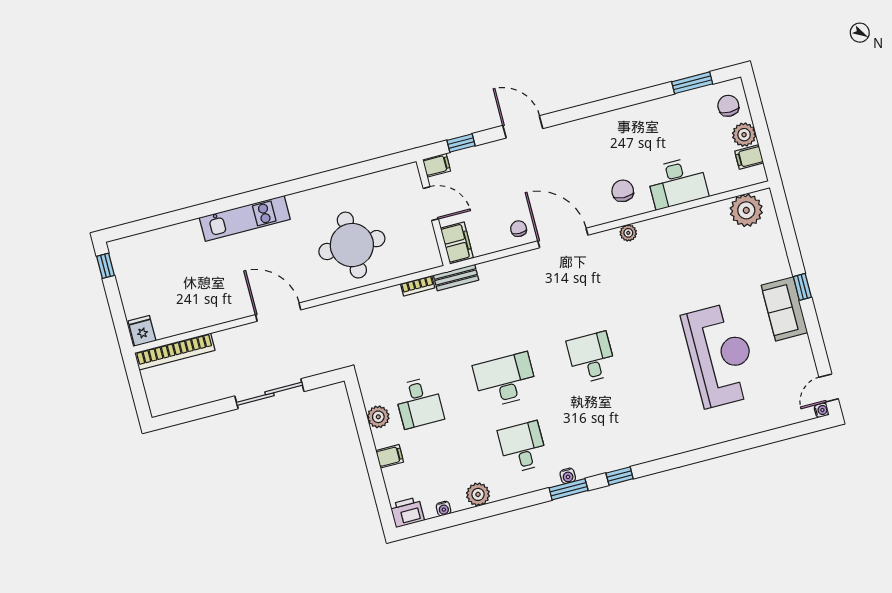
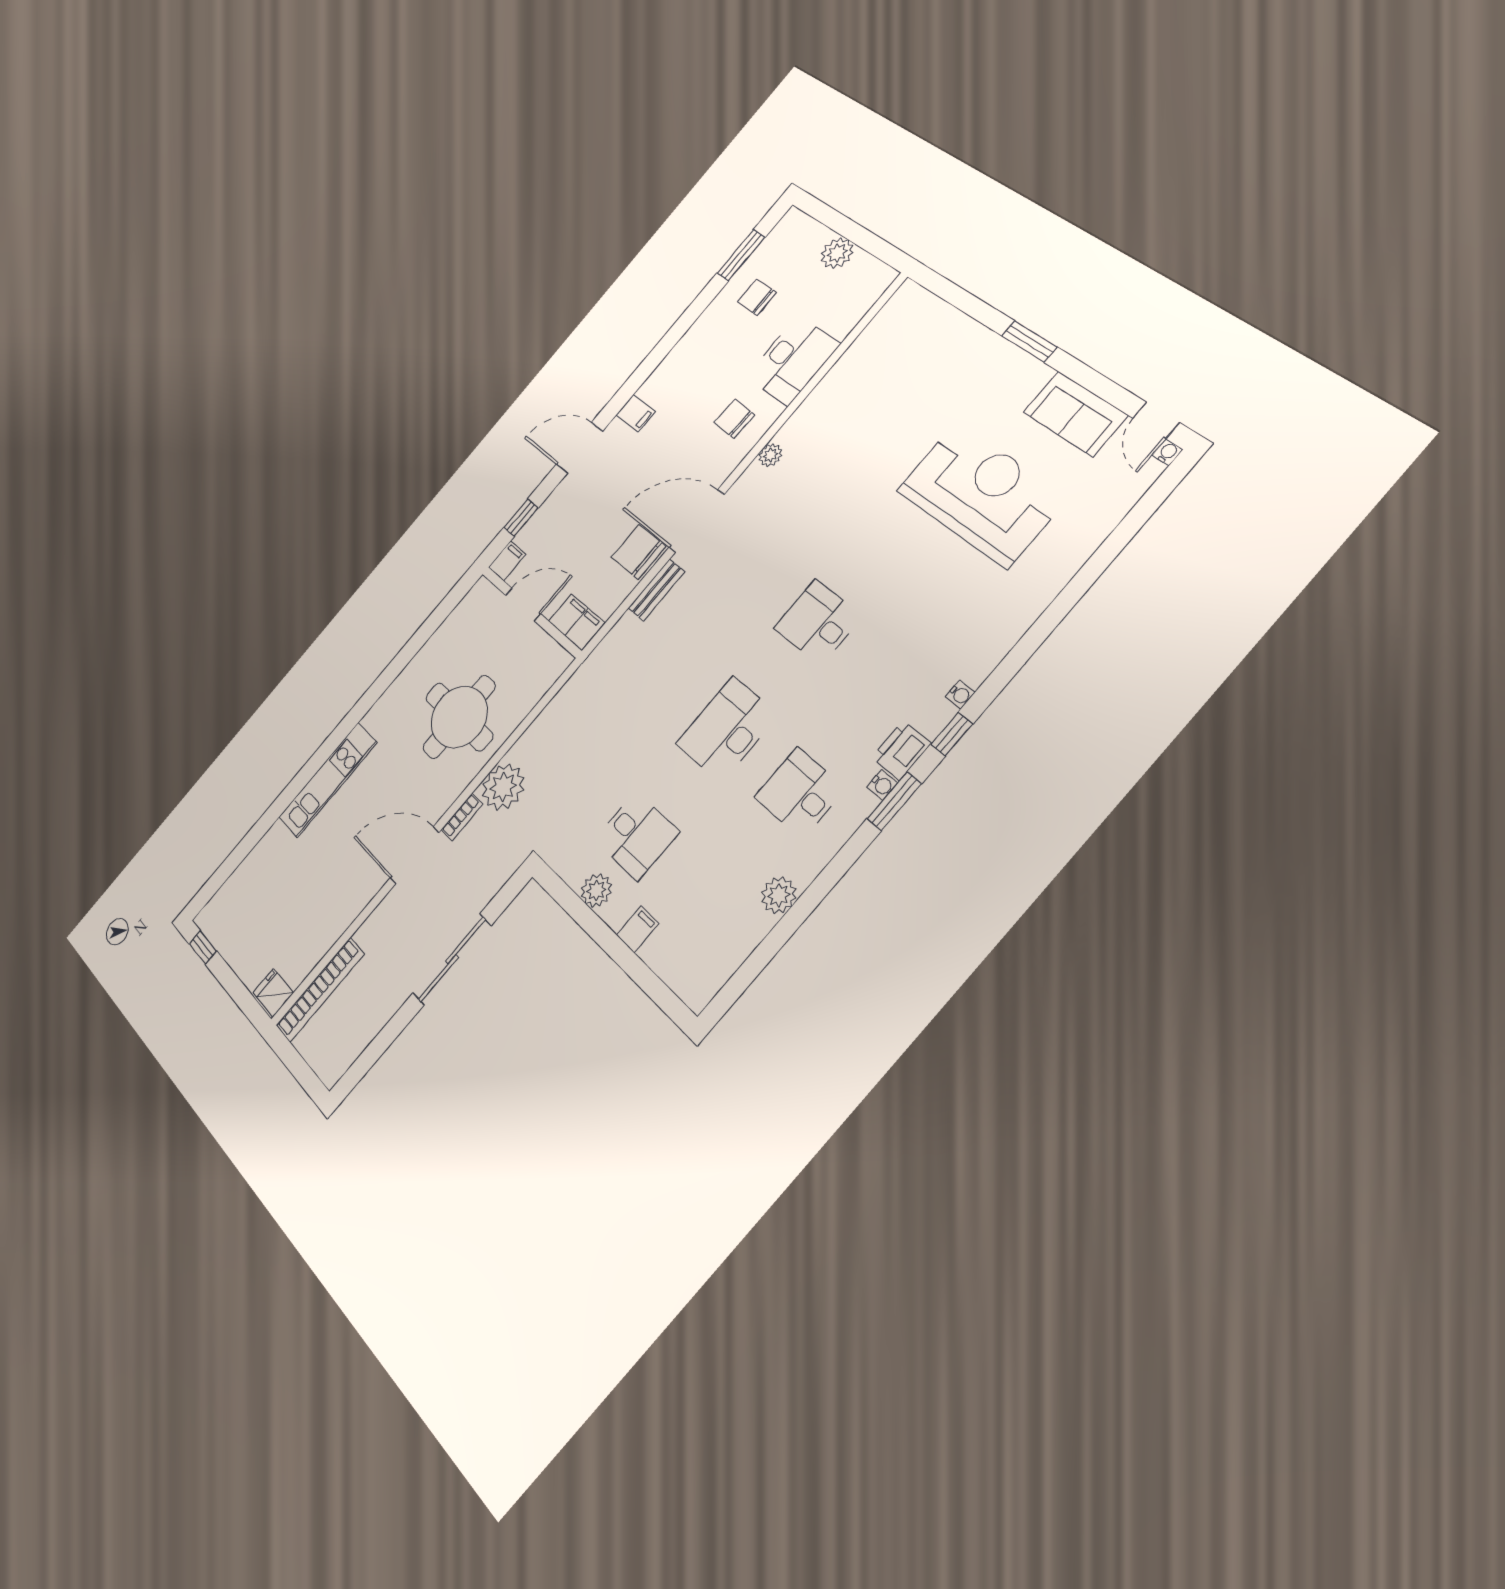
chair: (728, 106) -> (757, 297), moved
filing cabinet: (749, 157) -> (636, 413), moved, turned -90
plant: (746, 210) -> (503, 787), moved
chair: (519, 229) -> (639, 552), width x1.87, depth x1.87
bench: (456, 278) -> (656, 590), moved
bookcase: (418, 286) -> (462, 817), moved
window: (802, 287) -> (1029, 341), width x1.50
sofa: (784, 309) -> (1075, 414), moved
water cooler: (444, 509) -> (960, 695), moved
printer: (407, 512) -> (901, 750), moved

